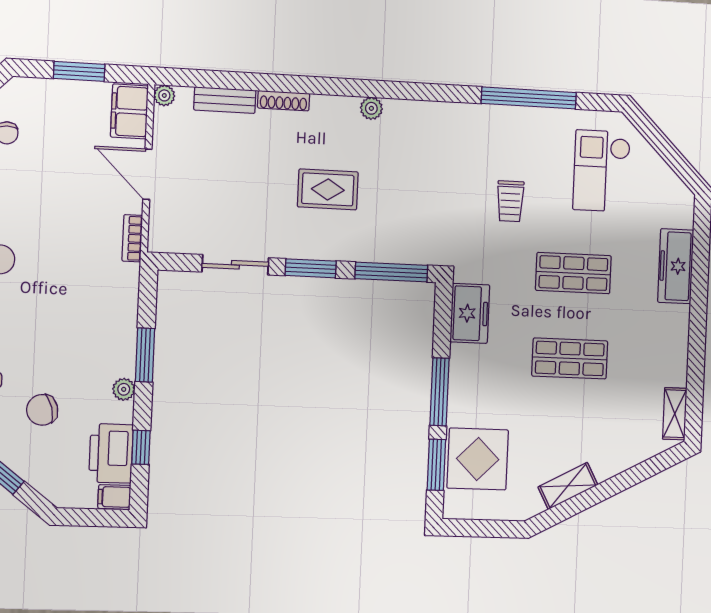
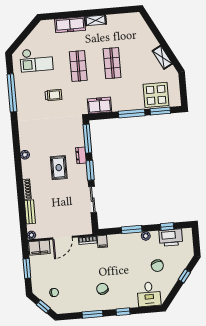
dresser: (351, 250) -> (81, 155), added
shelving: (675, 414) -> (96, 20), moved
filing cabinet: (114, 497) -> (102, 241), moved

